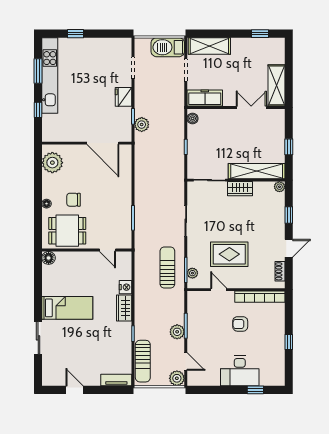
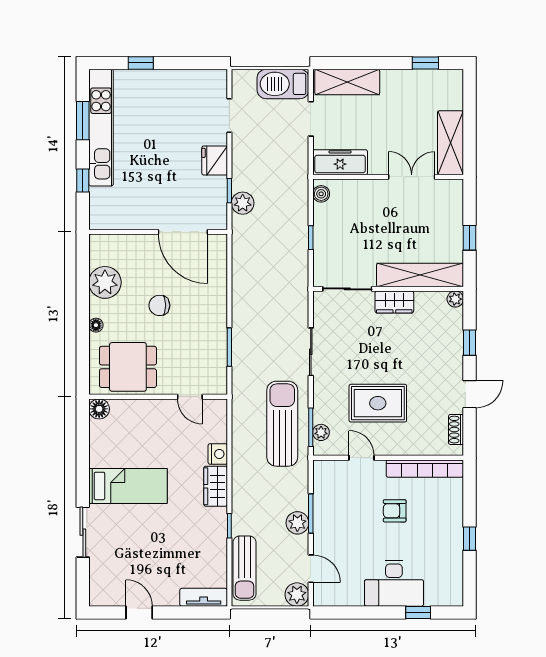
plant: (52, 163) -> (105, 282), moved
chair: (74, 200) -> (159, 305), moved
sun lounger: (167, 268) -> (282, 424), width x1.36, depth x1.34

